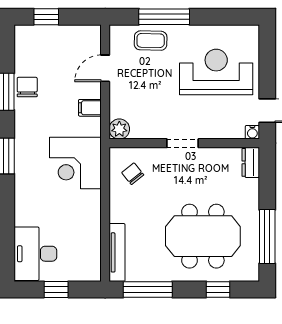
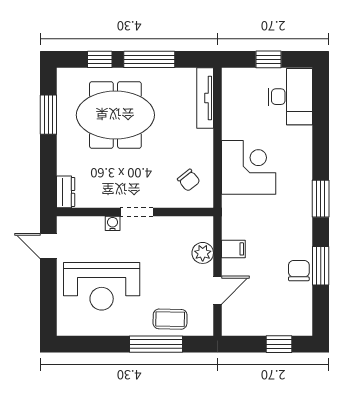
chair: (27, 87) -> (299, 271), turned 180
plant: (119, 129) -> (203, 253), moved
water cooler: (252, 132) -> (113, 223), moved
corner desk: (75, 163) -> (249, 167), moved
window: (267, 237) -> (48, 115), width x0.69
window: (148, 289) -> (149, 59), moved

